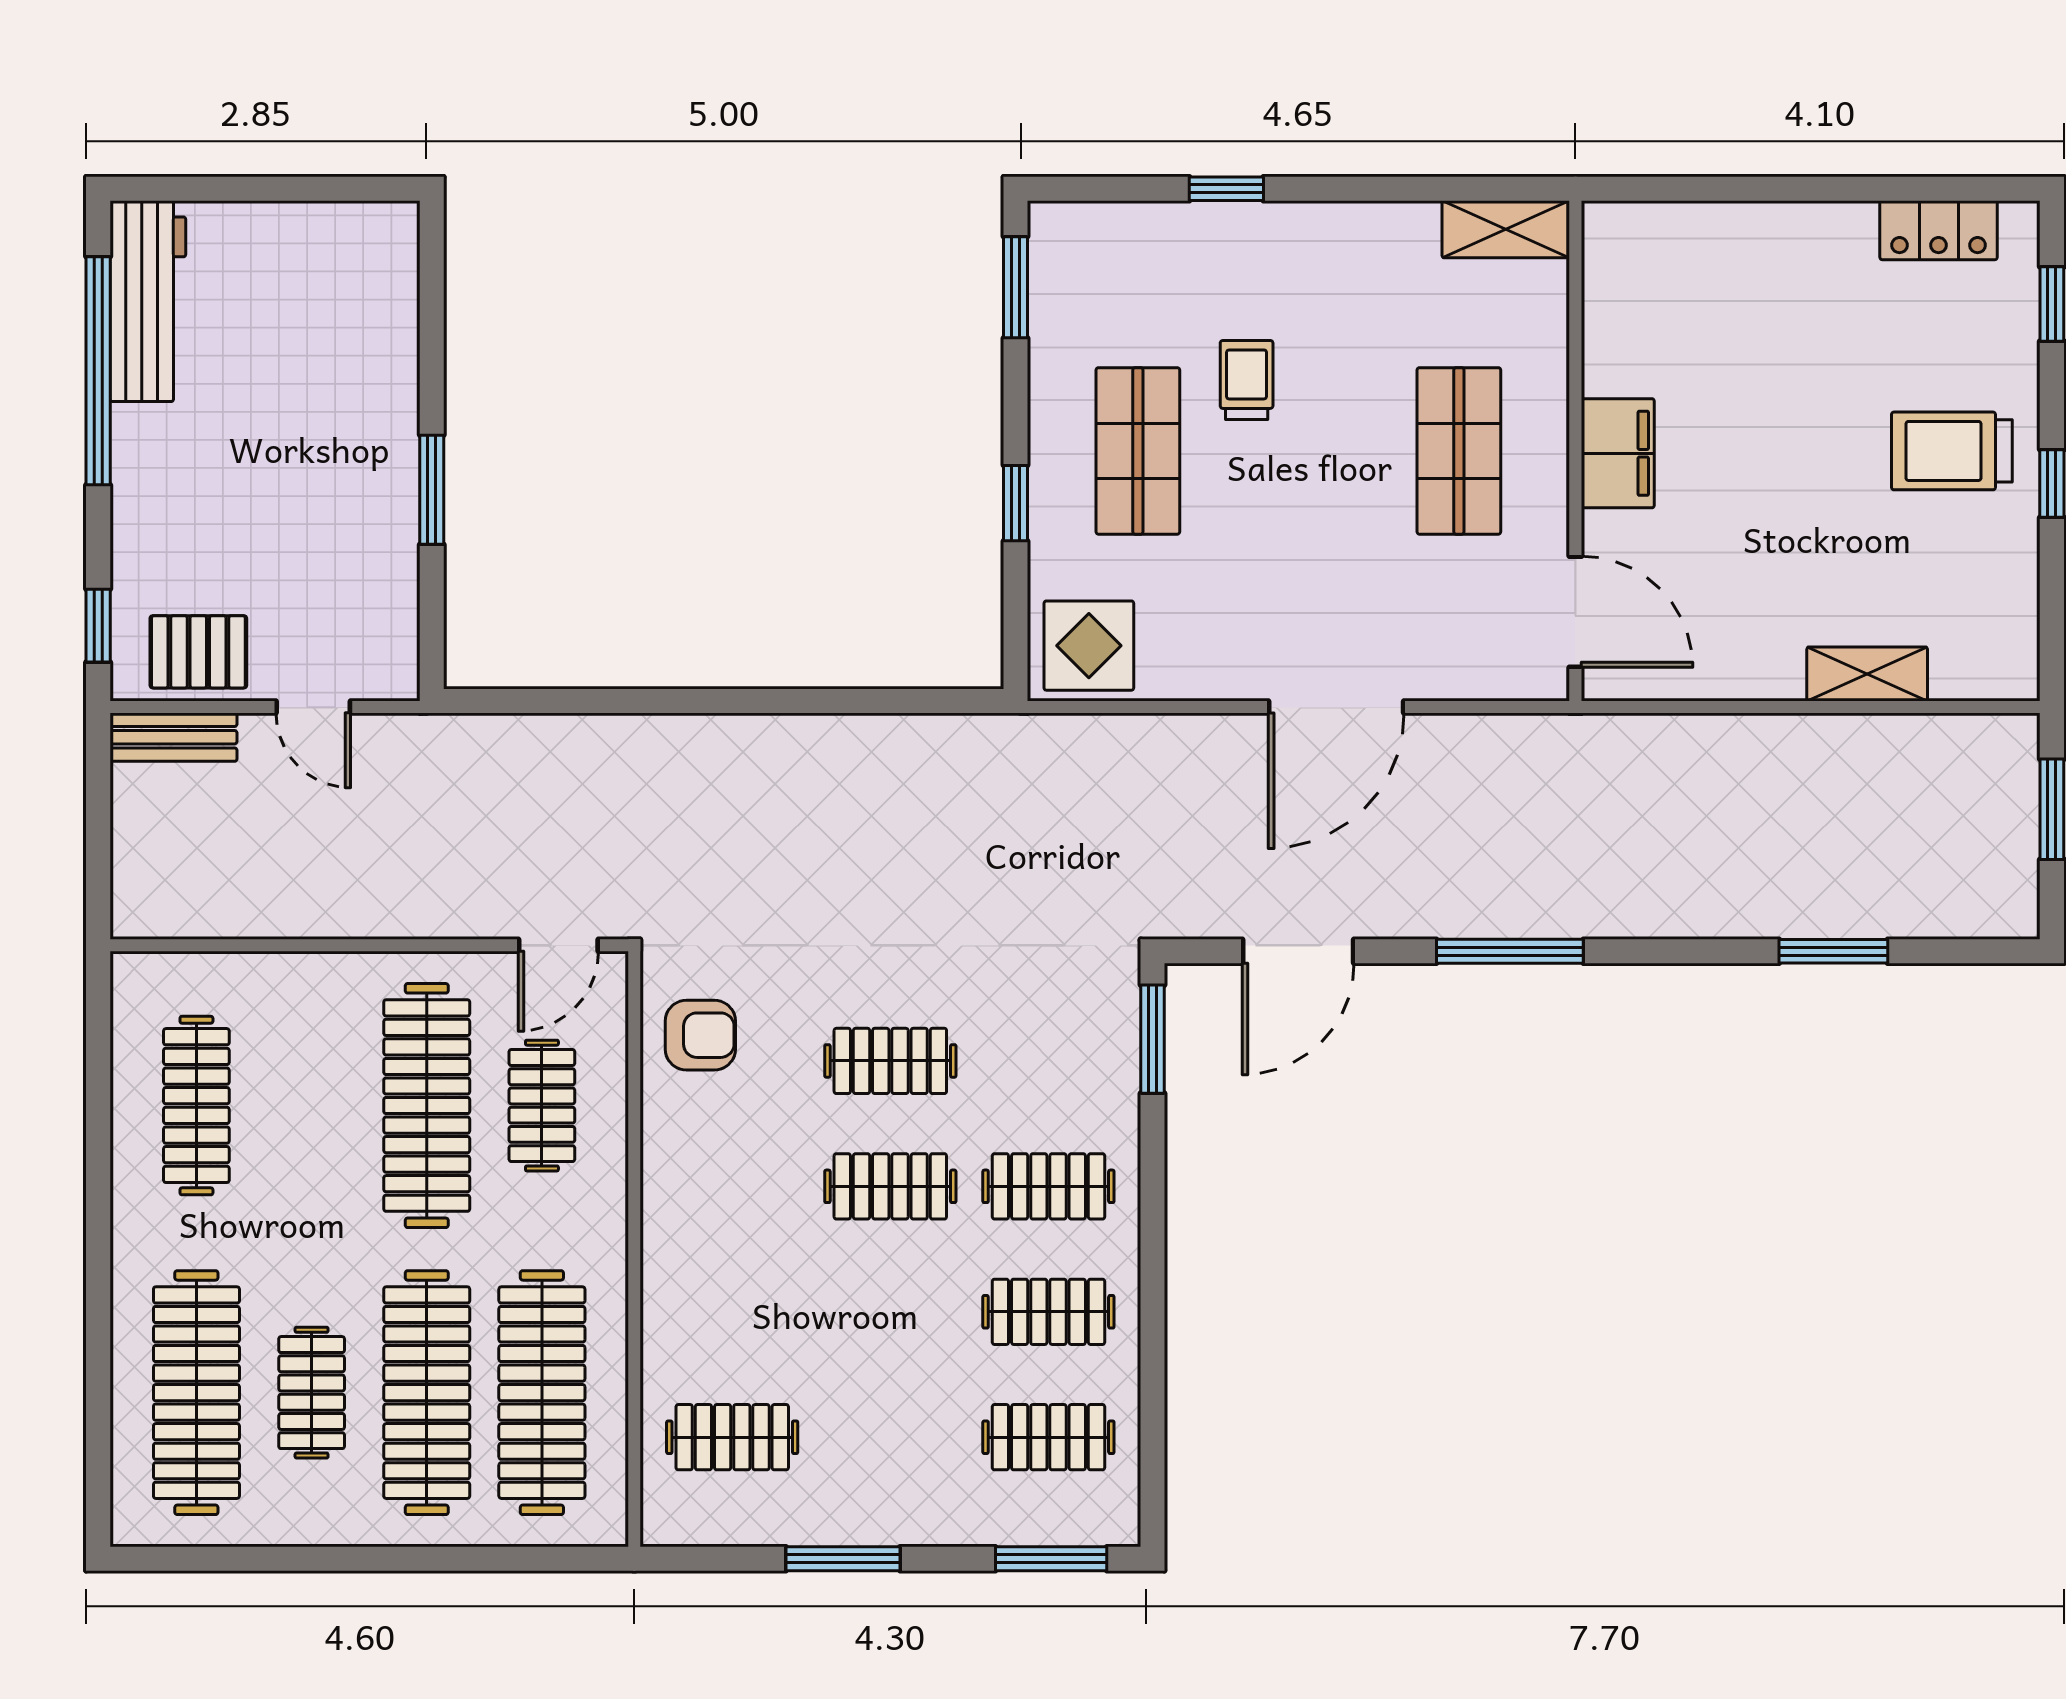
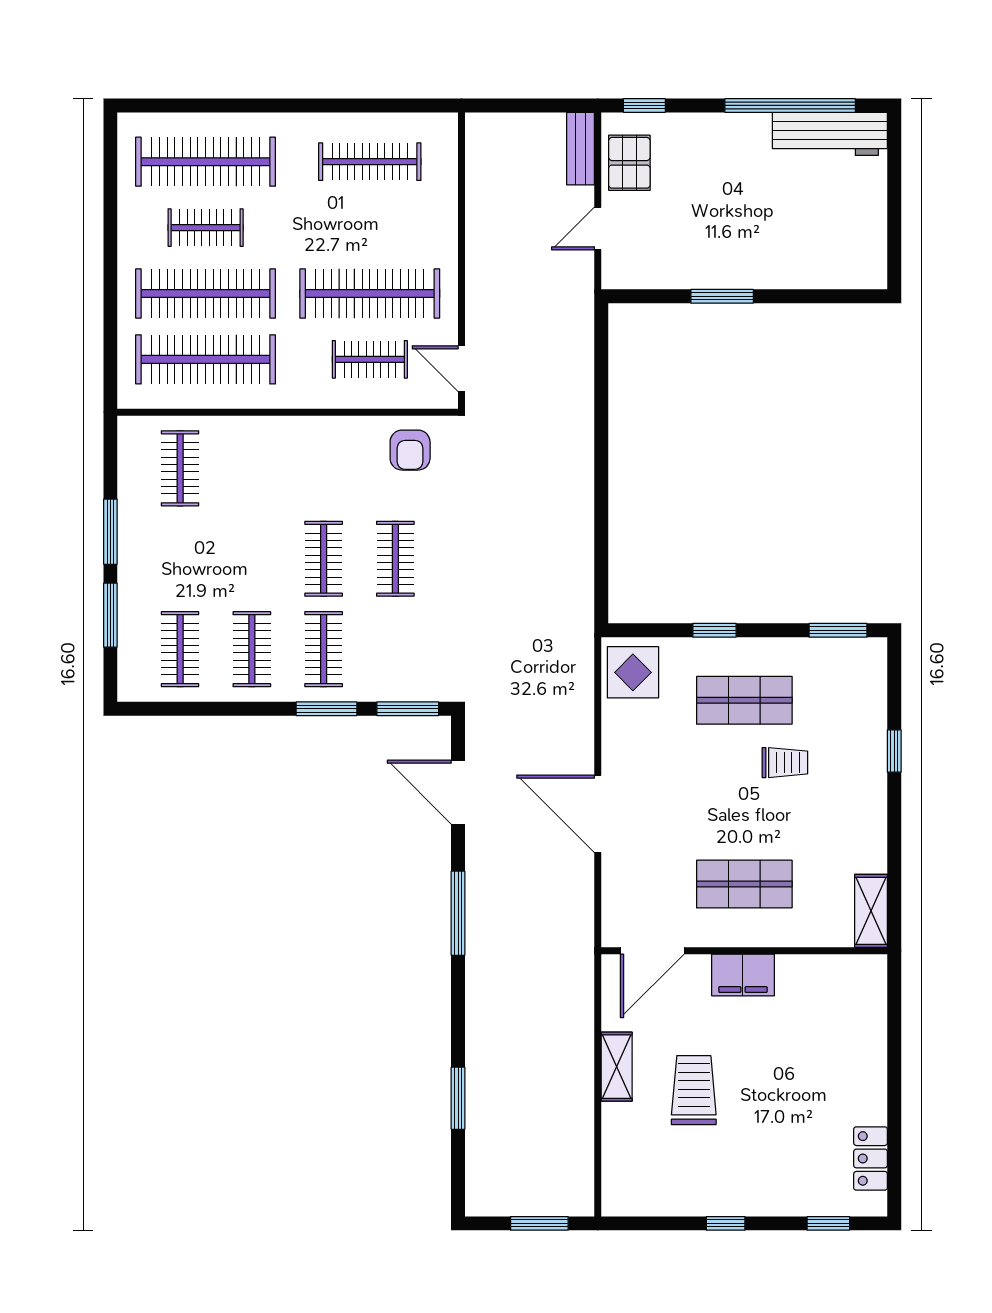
trolley: (1952, 451) -> (694, 1090), moved
shelving: (1867, 674) -> (617, 1067), moved
window: (1152, 1181) -> (326, 709), added
window: (1051, 1559) -> (110, 615), moved

